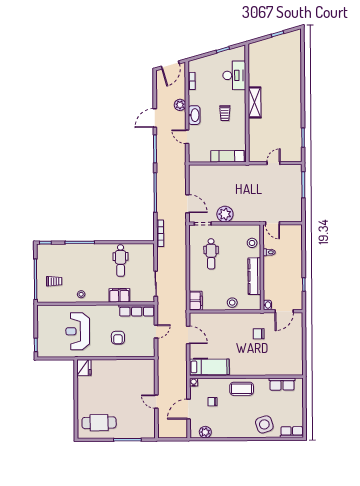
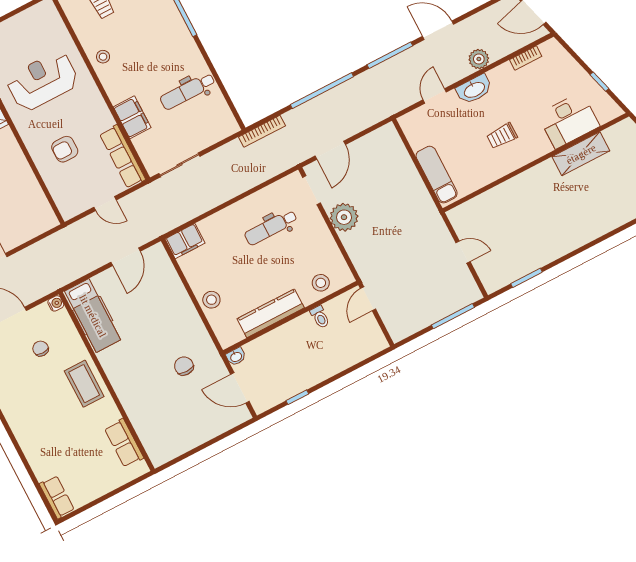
shelving: (255, 102) -> (581, 154), moved
side table: (264, 424) -> (47, 448), removed

